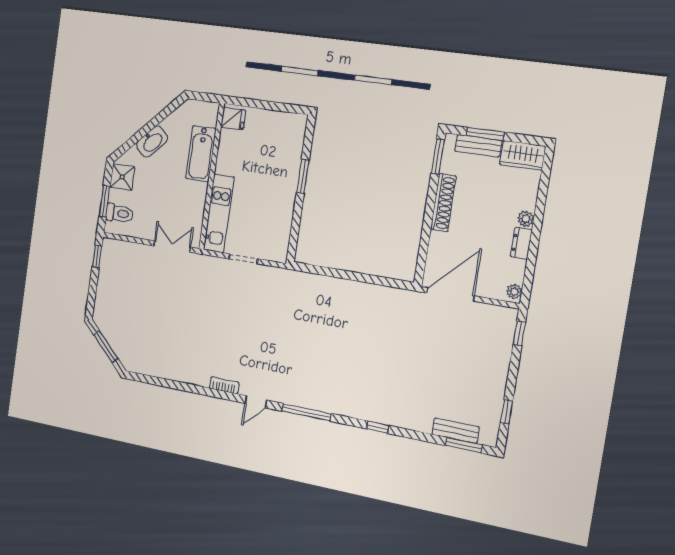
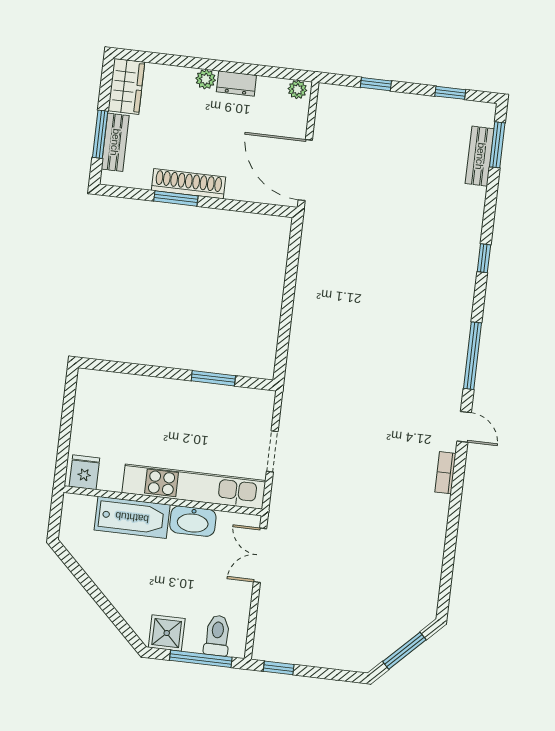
washbasin: (152, 142) -> (193, 521), moved, turned 136
window: (438, 156) -> (176, 199), moved
window: (303, 176) -> (213, 378), moved
window: (105, 201) -> (201, 659), width x1.44
kitchen unit: (219, 214) -> (194, 487), width x1.36
window: (519, 333) -> (376, 84), moved

